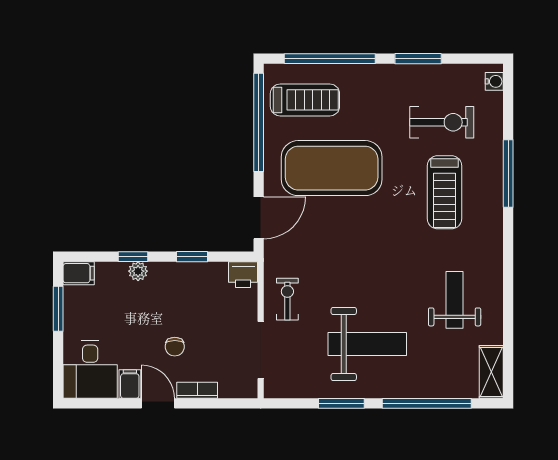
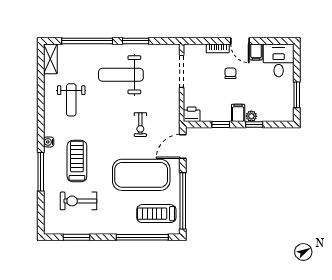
window: (418, 59) -> (77, 237), moved
water cooler: (494, 81) -> (49, 142), moved
filing cabinet: (79, 273) -> (238, 113), moved, turned 90
exercise bike: (287, 299) -> (140, 125), moved

